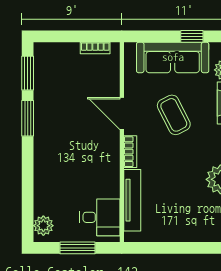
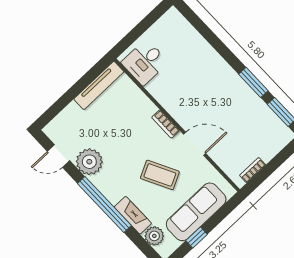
tv unit: (132, 200) -> (99, 85), moved, turned -90
plant: (43, 226) -> (177, 22), removed
window: (78, 248) -> (141, 28), removed

